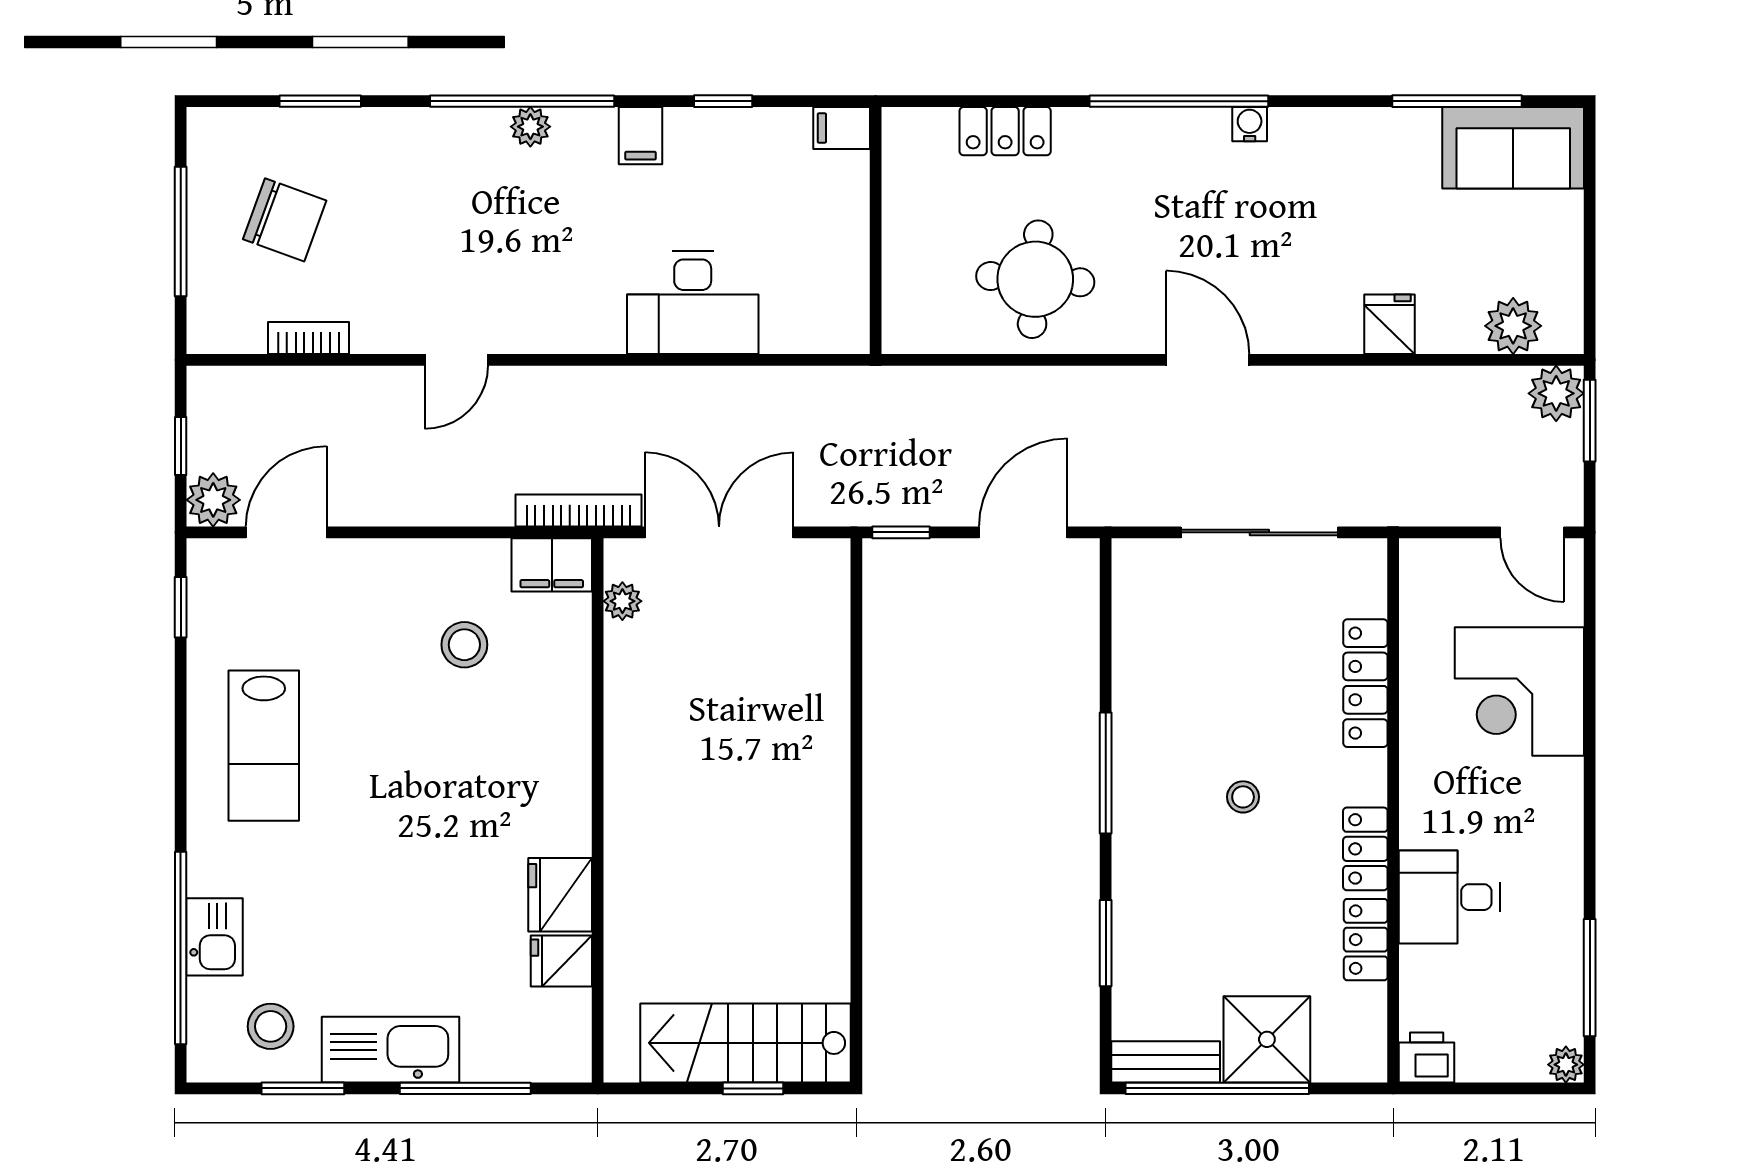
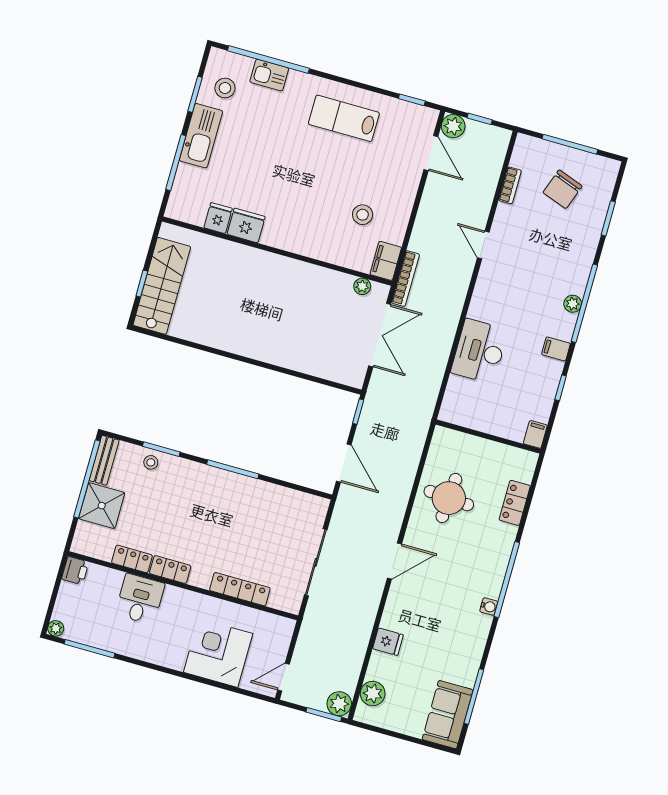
stool: (1243, 797) -> (151, 462), moved

